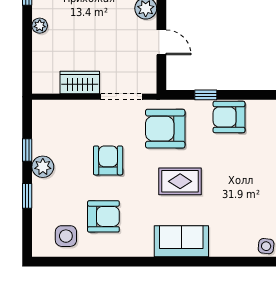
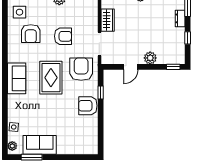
armchair: (229, 117) -> (88, 106), turned -90
rug: (180, 181) -> (51, 78), width x1.36, depth x1.43

